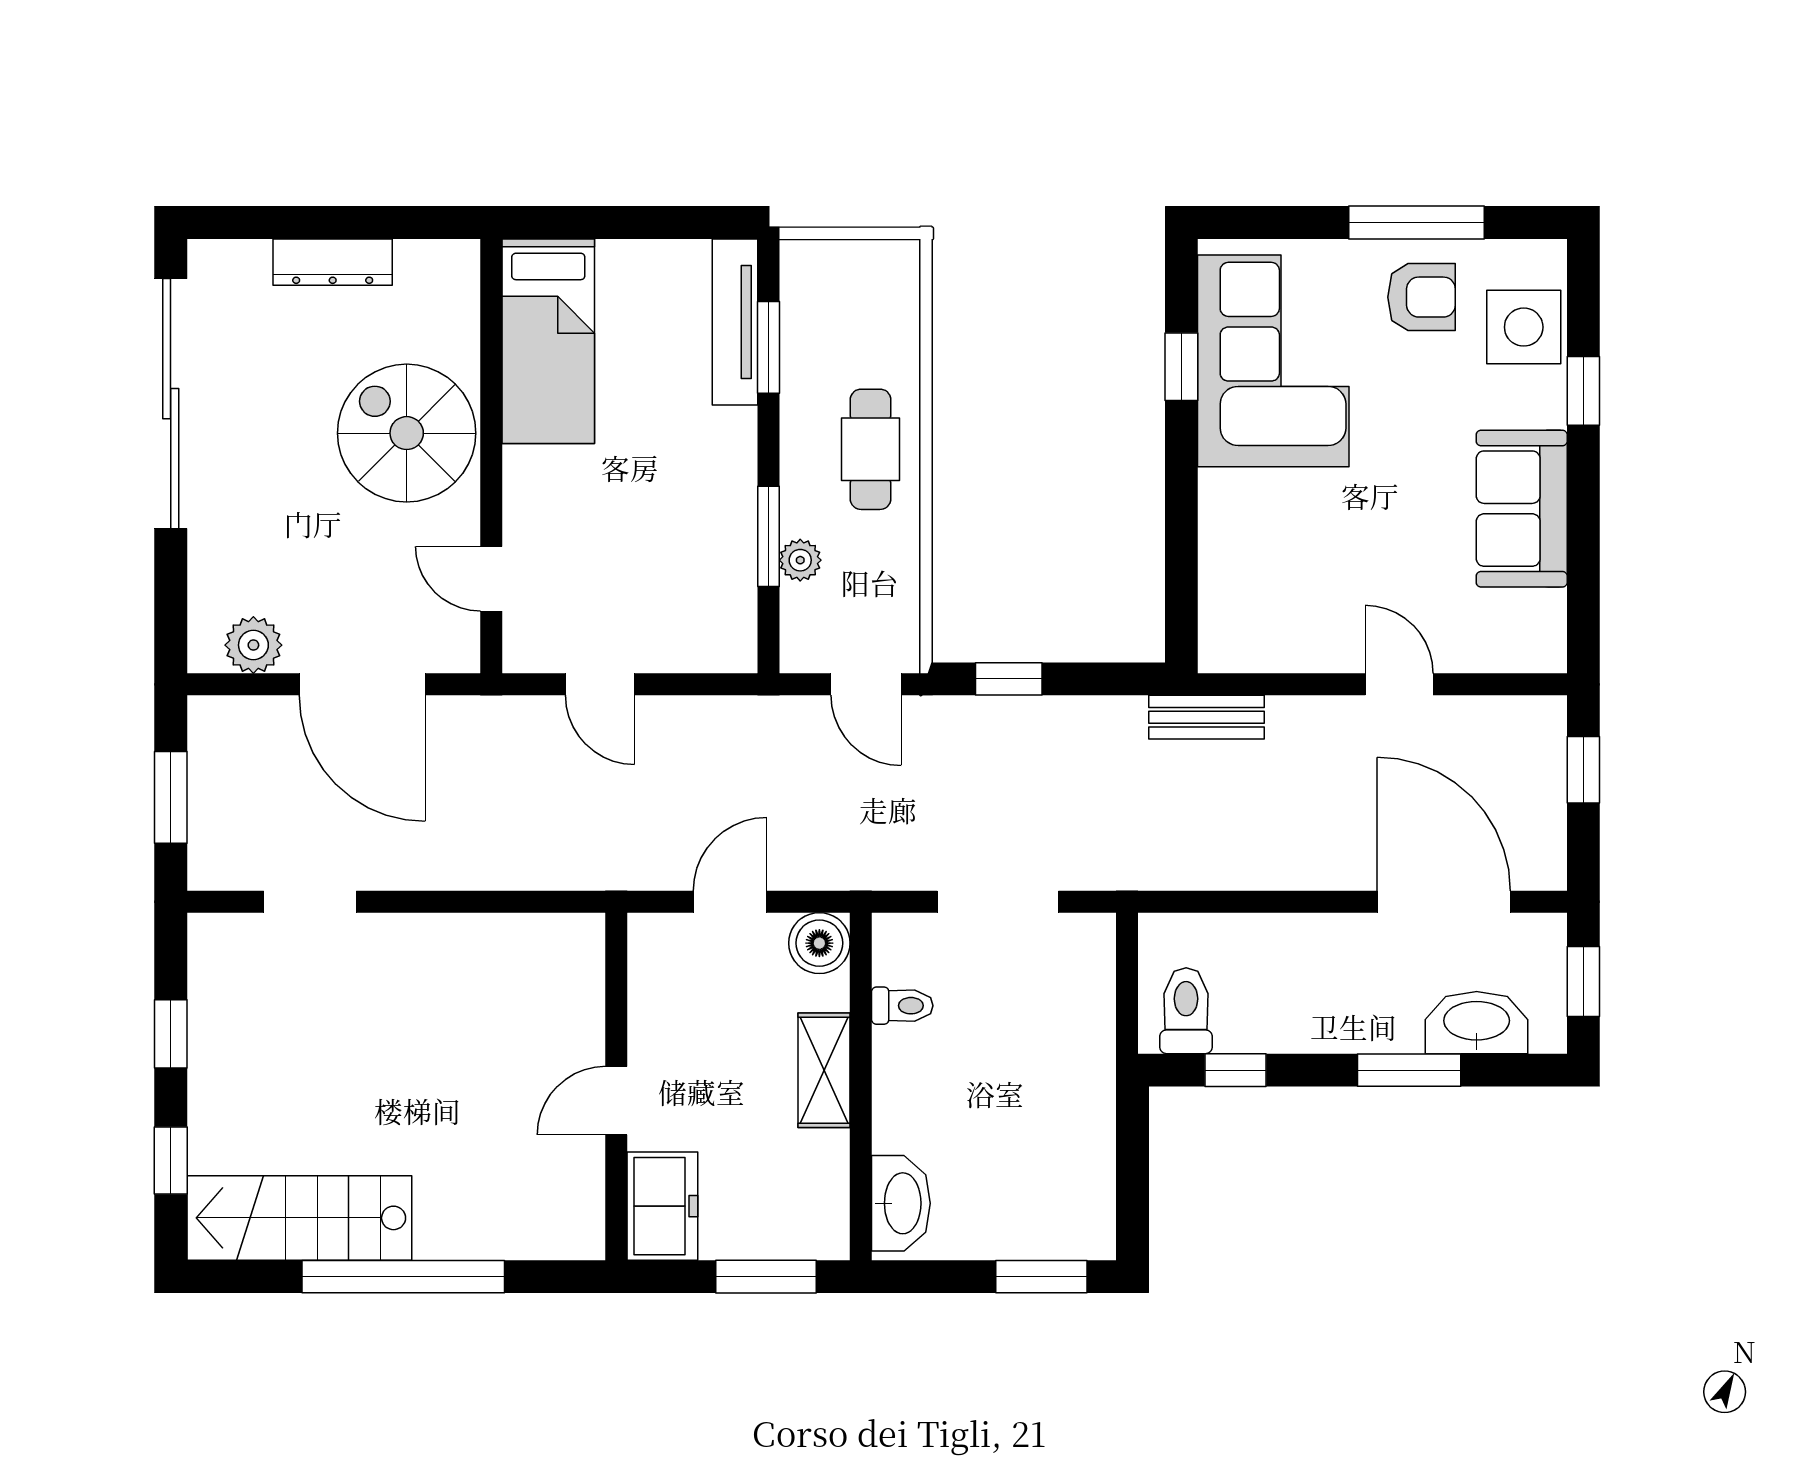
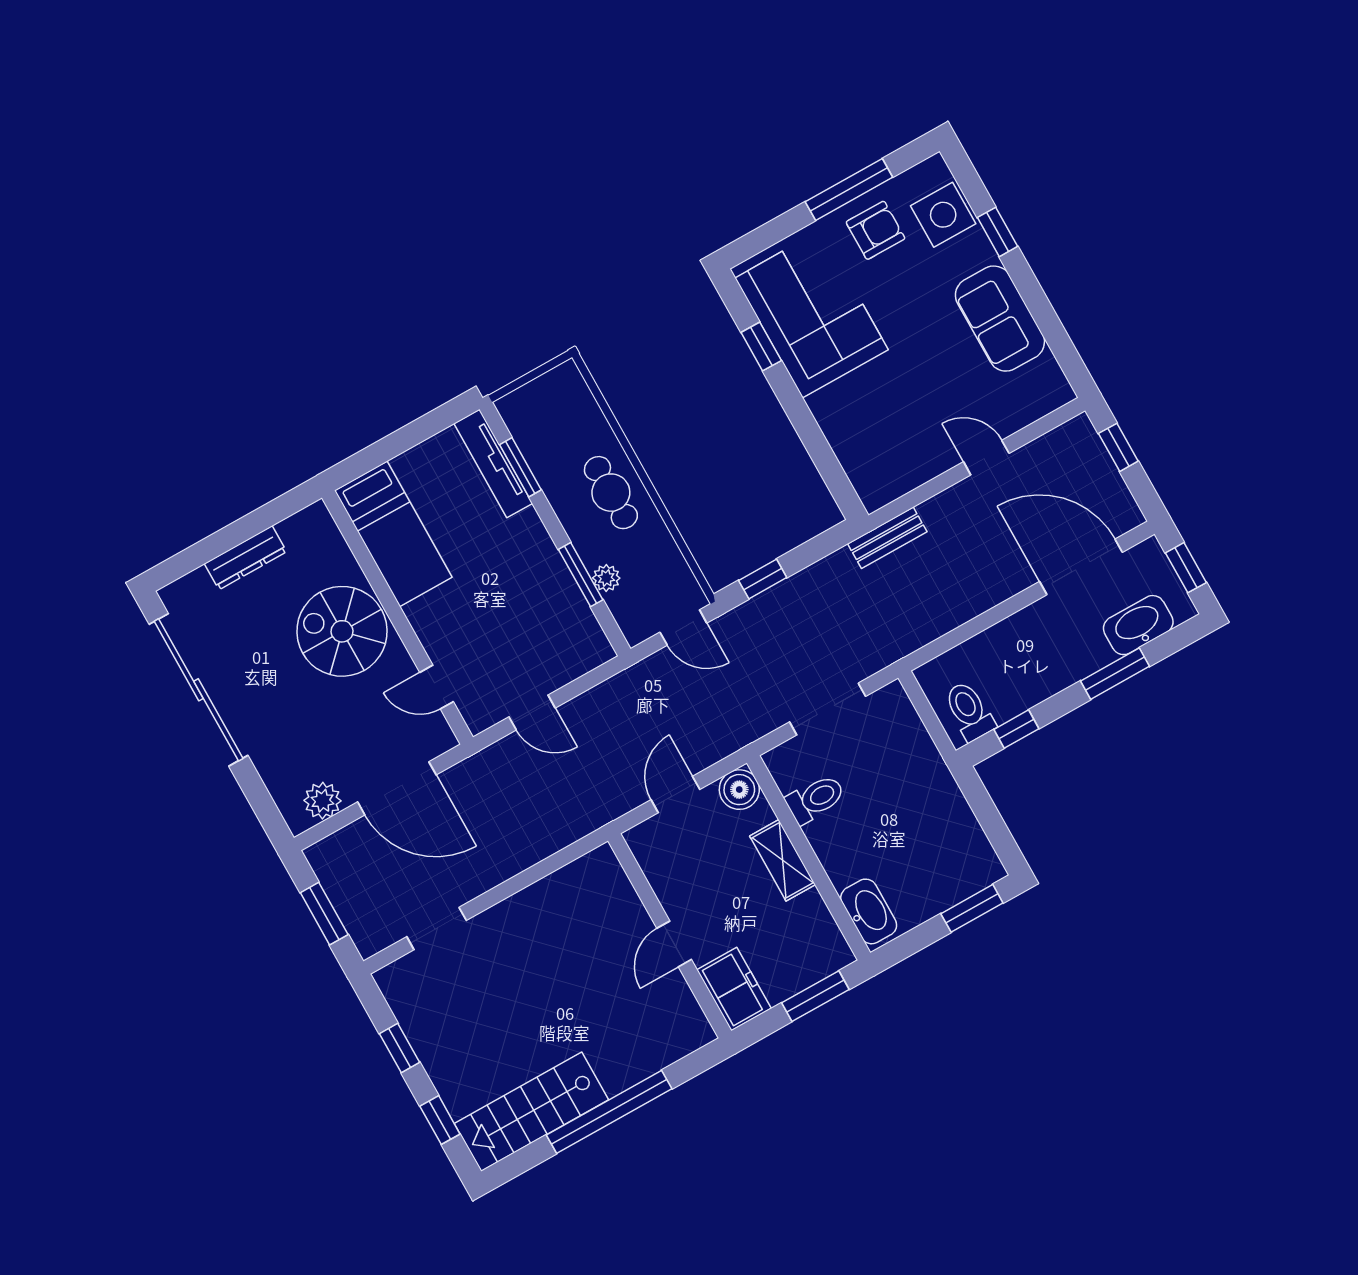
toilet: (902, 1006) -> (815, 799), width x1.37, depth x1.39

